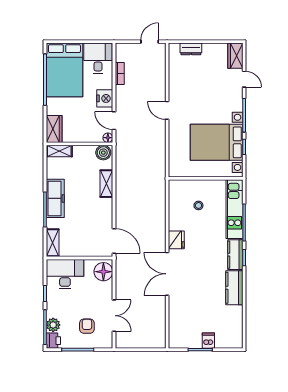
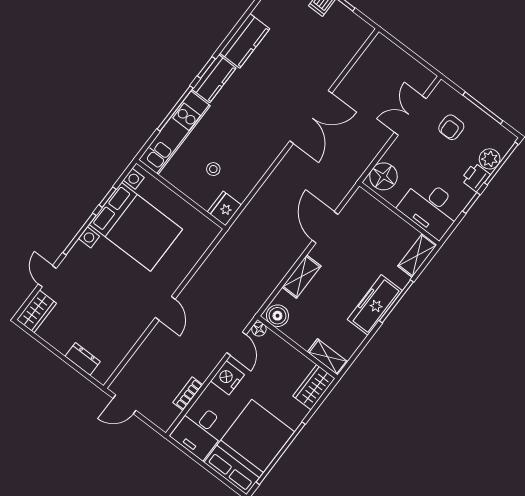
fridge: (176, 240) -> (224, 208), moved
door: (114, 241) -> (325, 227), moved
printer: (53, 341) -> (475, 177), moved

